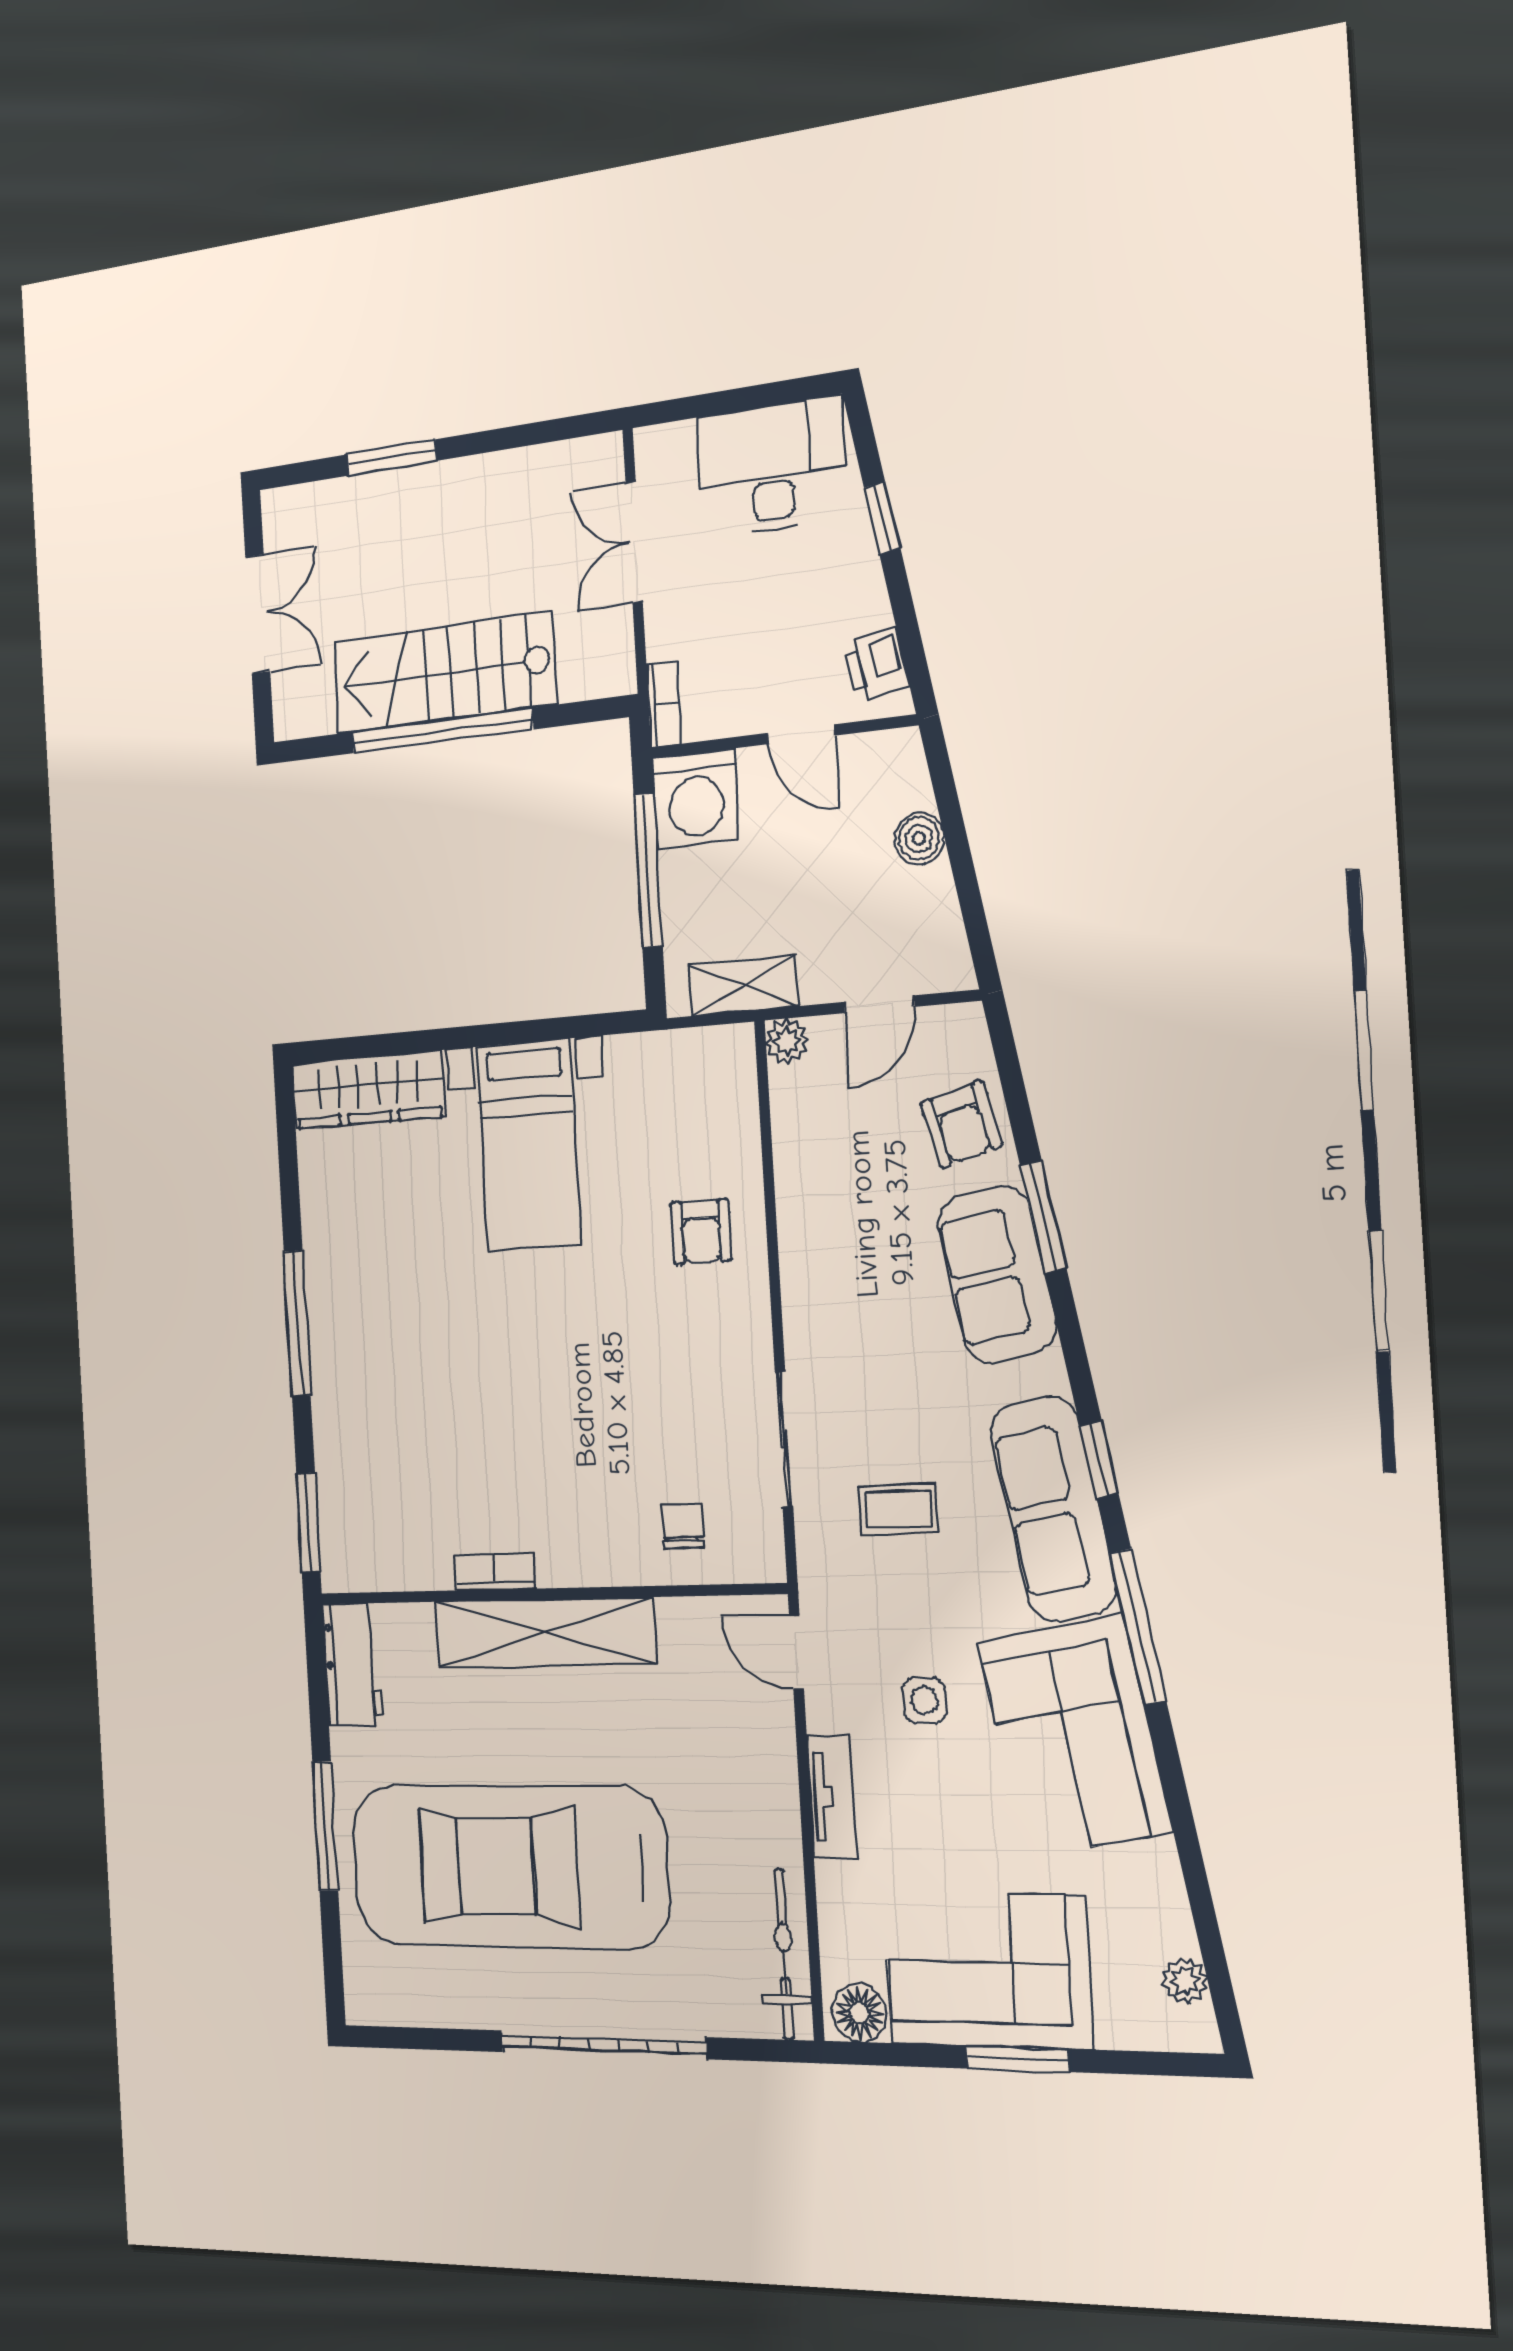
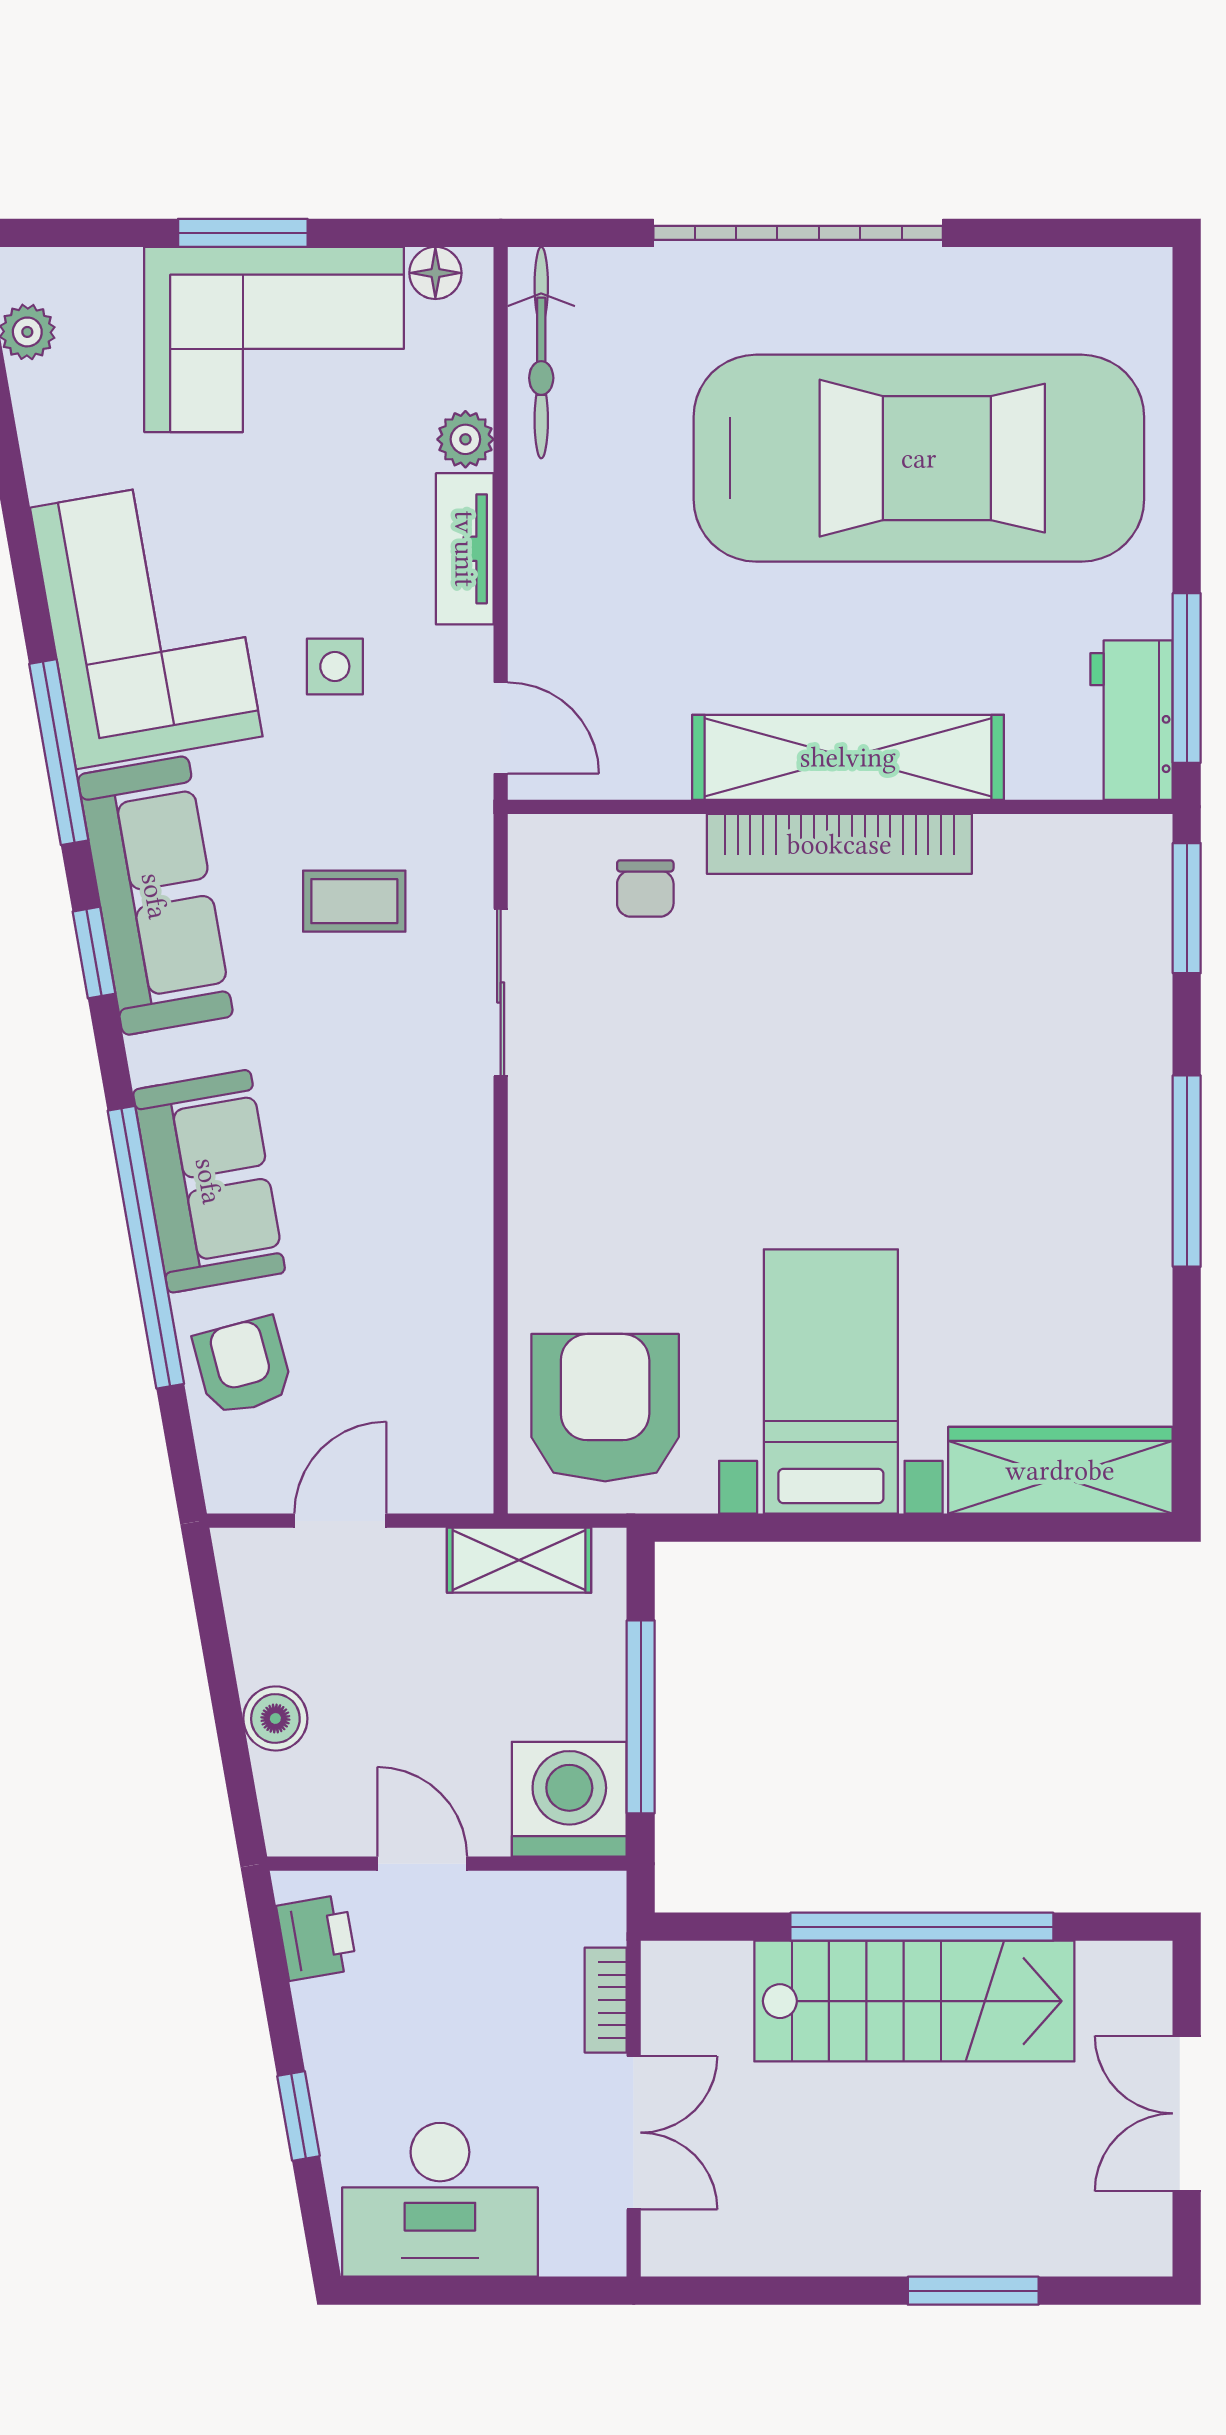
bookcase: (664, 704) -> (606, 2000), moved
plant: (787, 1041) -> (465, 439), moved
window: (1043, 1217) -> (146, 1247), width x2.11
armchair: (701, 1232) -> (605, 1408), moved, width x1.88, depth x1.88
bookcase: (495, 1572) -> (839, 844), width x2.31, depth x1.31
window: (325, 1826) -> (1187, 678), moved
floor lamp: (859, 2013) -> (435, 273), width x0.73, depth x0.73

